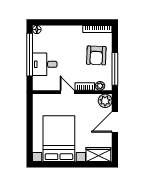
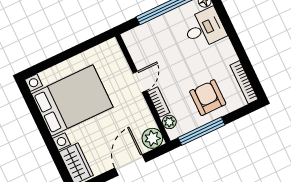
armchair: (96, 55) -> (208, 98), turned 88
desk: (45, 64) -> (204, 28), moved, turned 90
door: (115, 122) -> (130, 165), hinge flipped

